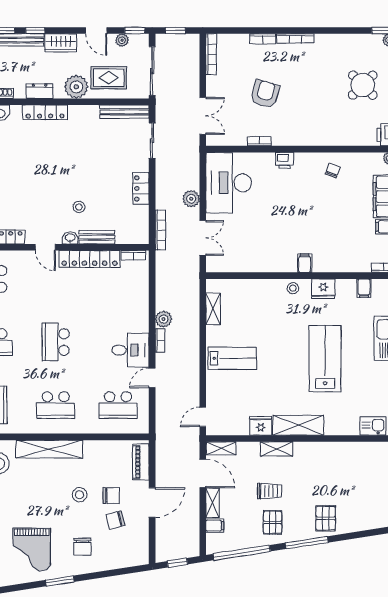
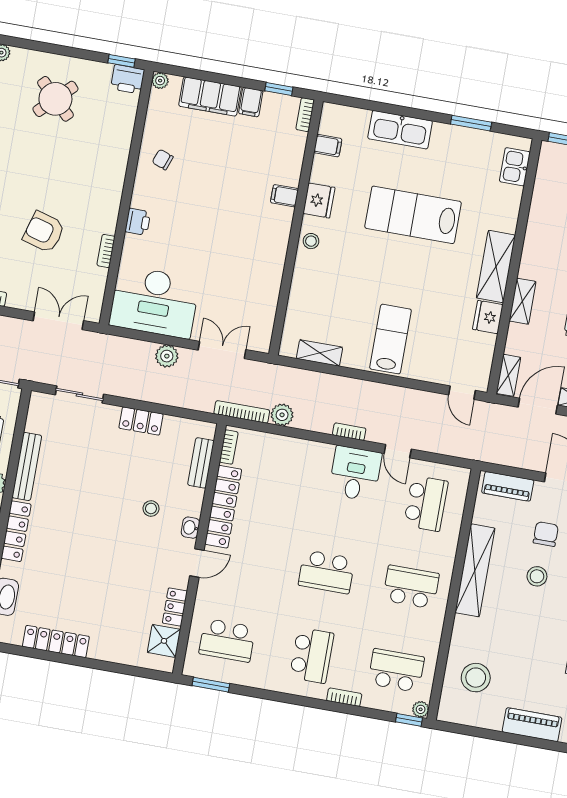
bench: (124, 112) -> (27, 466), moved
bookcase: (160, 230) -> (242, 412), moved
bench: (97, 237) -> (201, 463), moved
filing cabinet: (305, 263) -> (284, 196), moved
plant: (163, 319) -> (282, 415), moved
school desk: (56, 405) -> (411, 587), turned -90
shelving: (49, 449) -> (475, 570), moved

